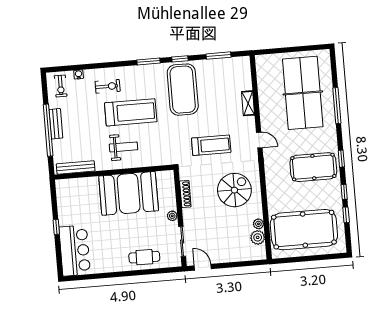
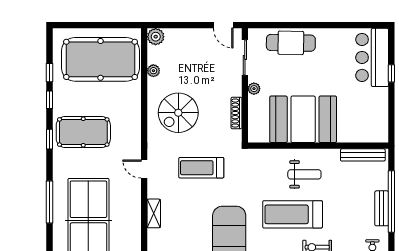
weight bench: (123, 147) -> (304, 174), turned 180
window: (56, 227) -> (391, 73), moved
plant: (258, 237) -> (156, 37), moved
cafe table: (144, 257) -> (291, 43), width x1.37, depth x1.35

